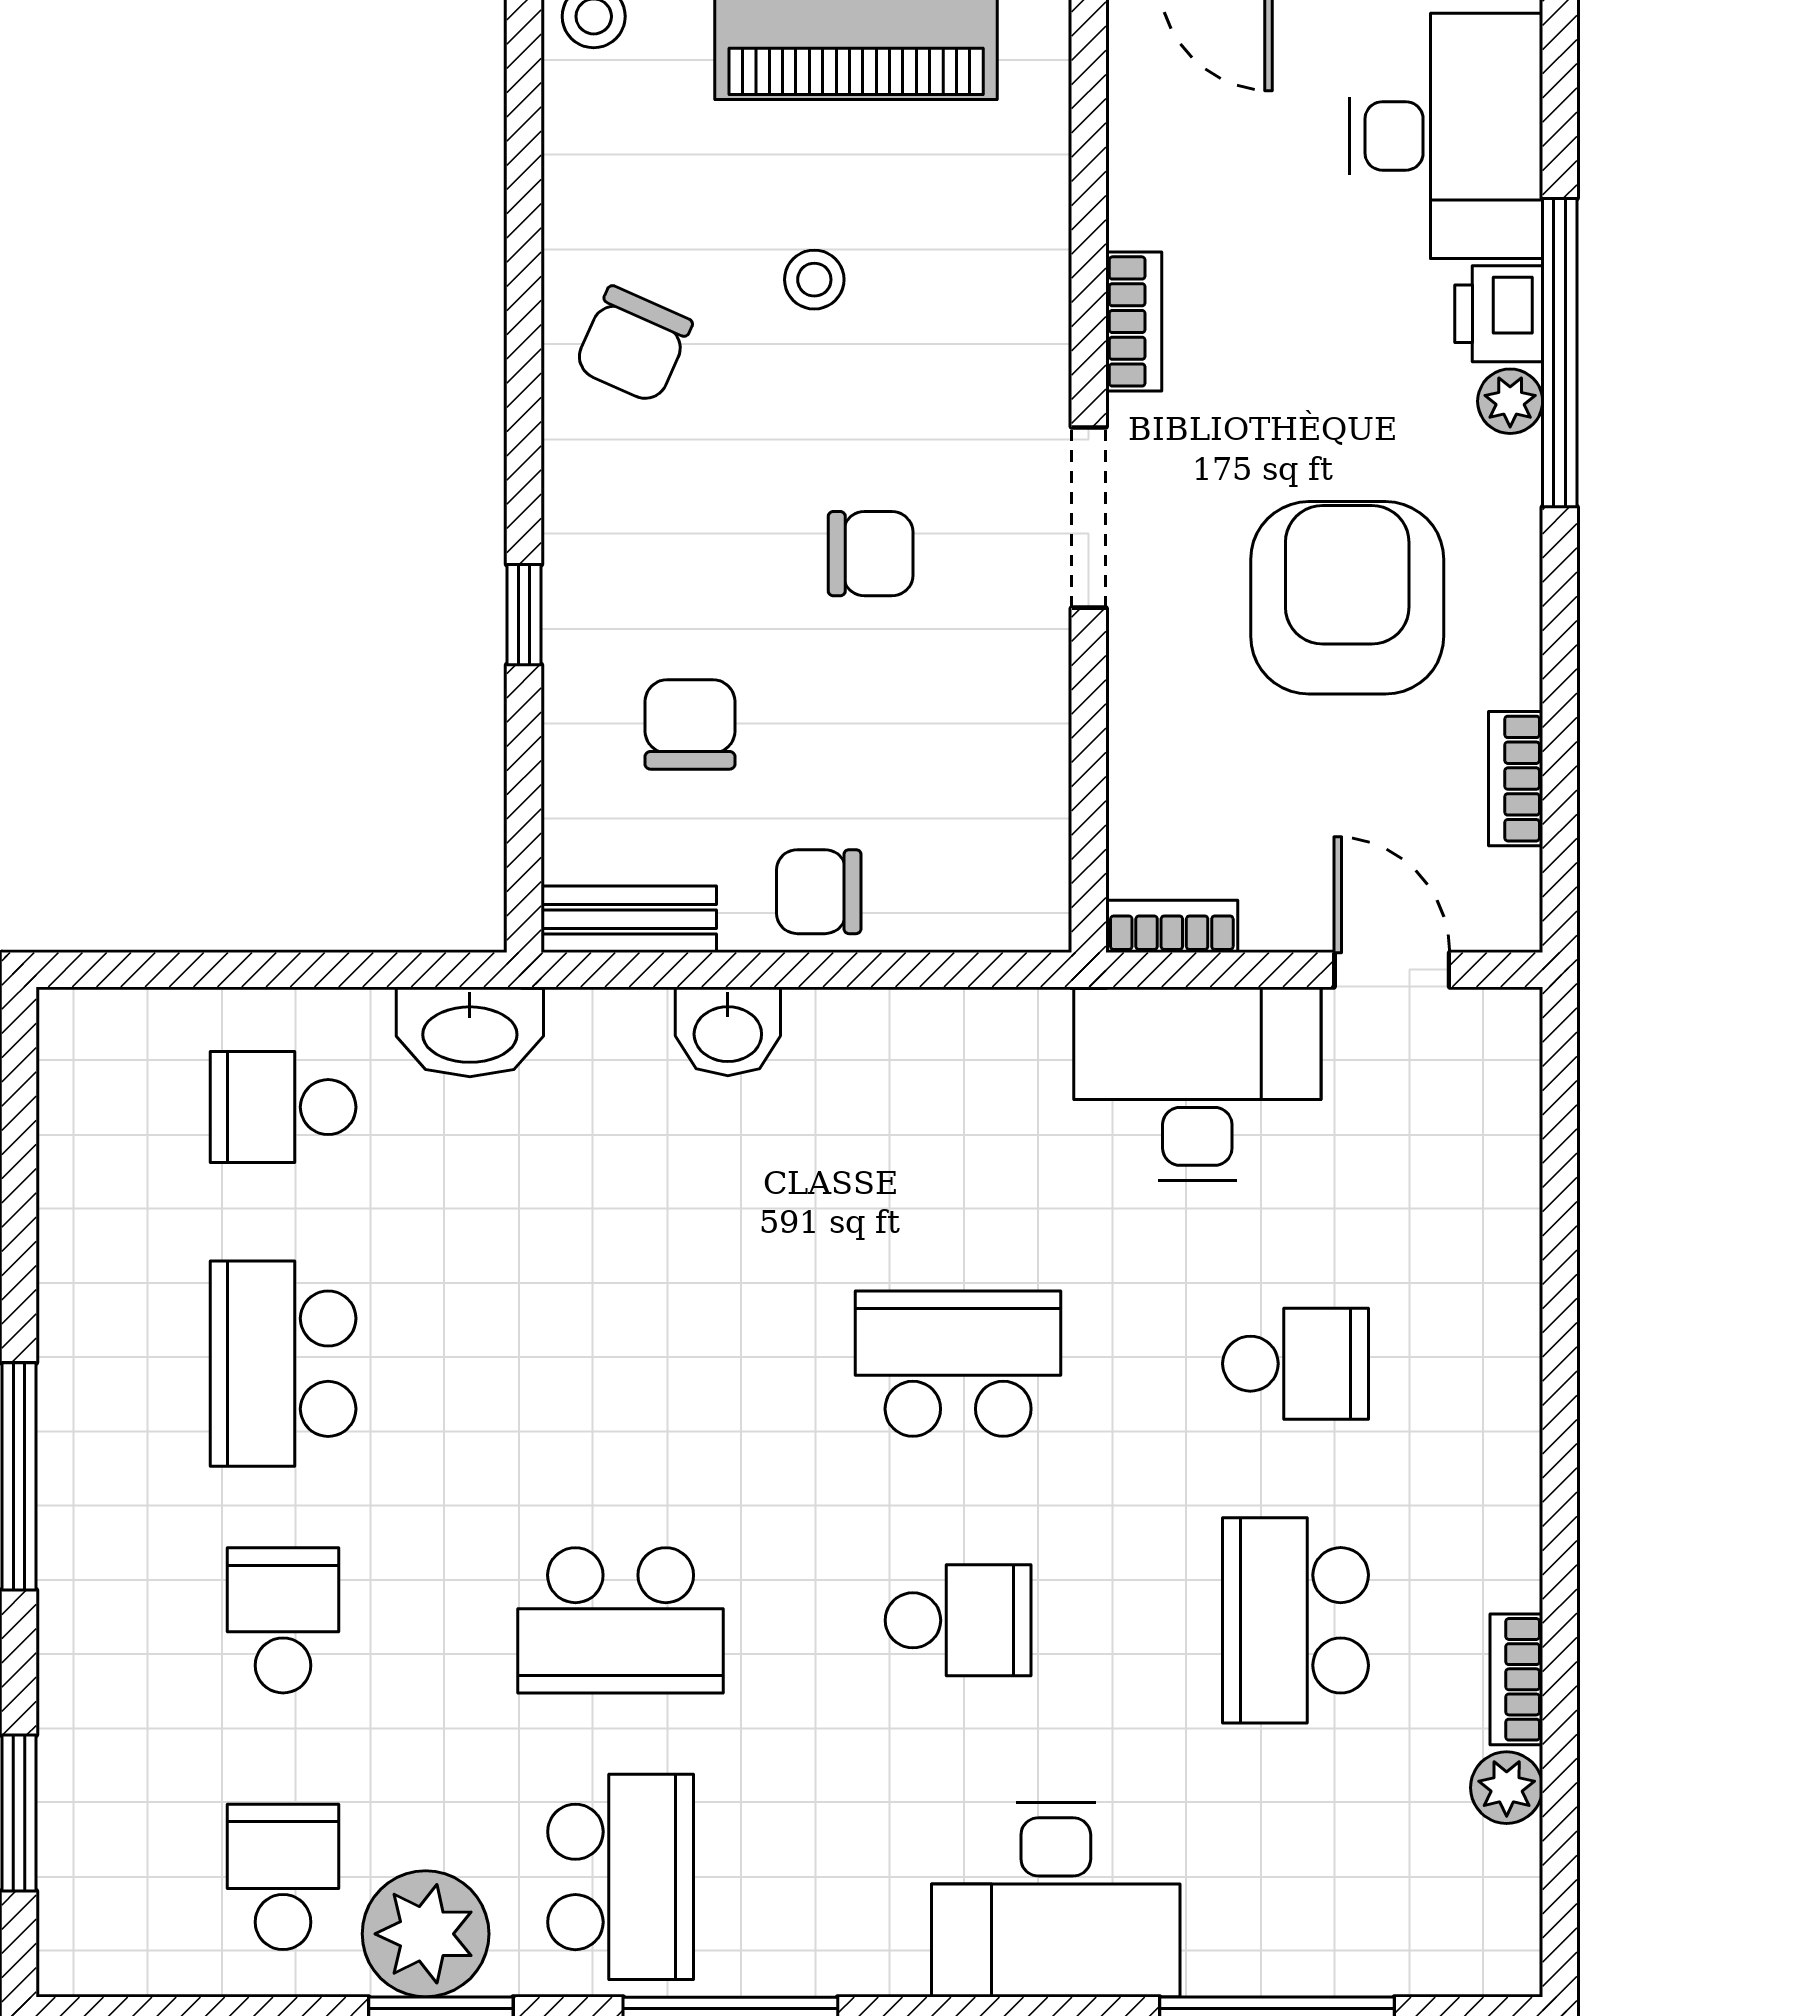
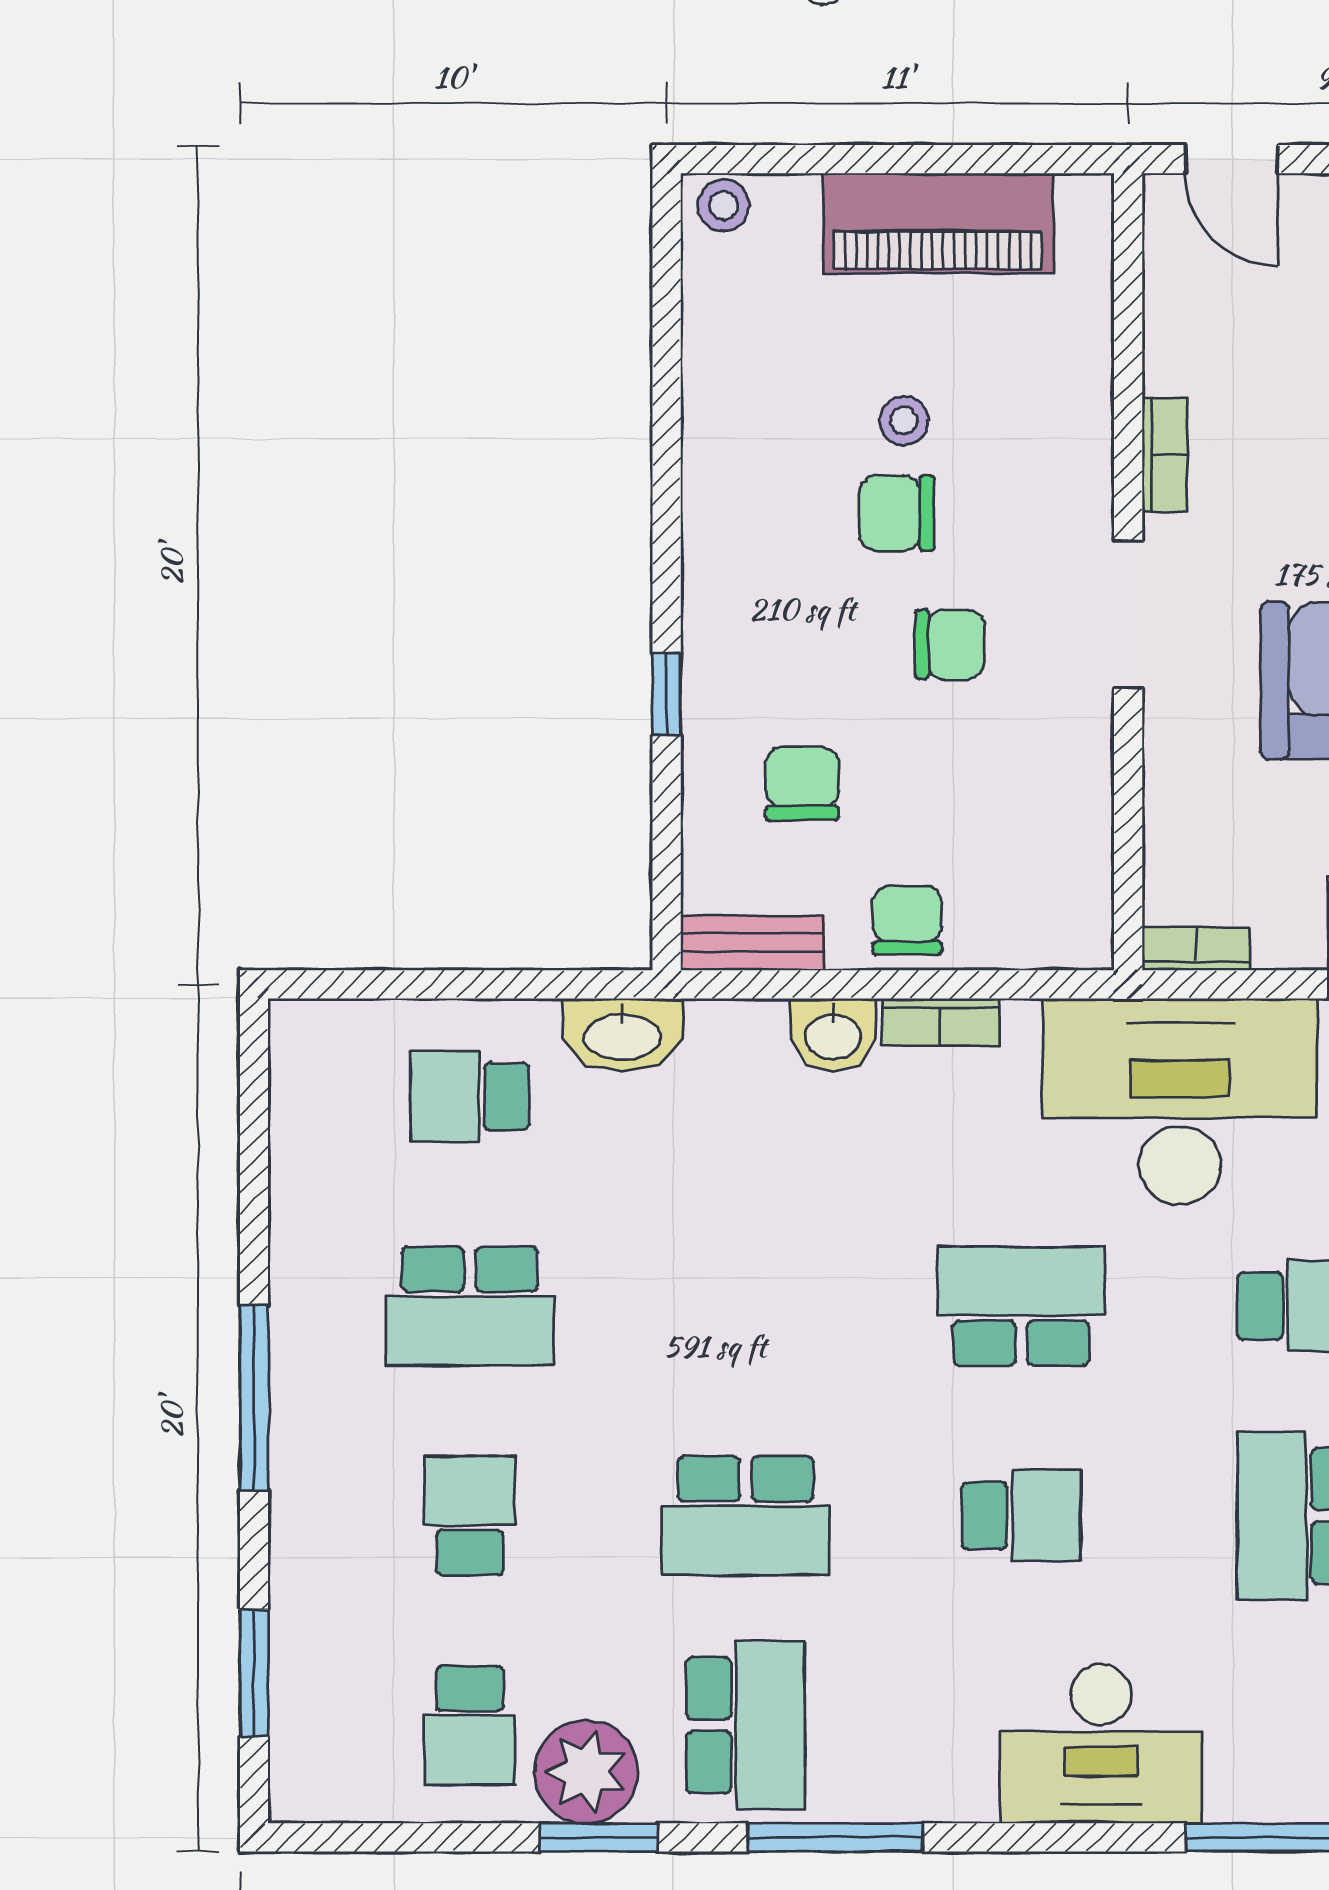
chair: (633, 345) -> (897, 513), moved, turned 66
chair: (819, 892) -> (907, 920), turned 90
bookcase: (859, 1016) -> (941, 1022), added
desk: (1197, 1084) -> (1180, 1101), width x1.36, depth x1.30
school desk: (283, 1364) -> (470, 1306), turned -90
school desk: (283, 1877) -> (470, 1725), turned 180

